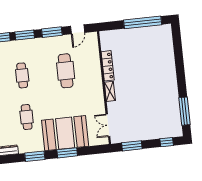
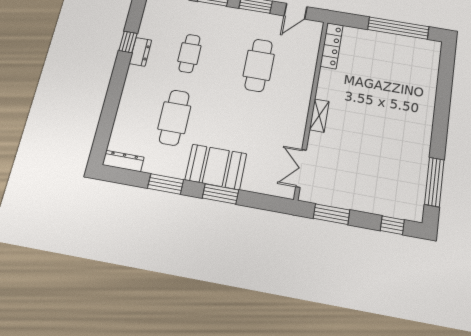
locker: (108, 66) -> (332, 46), moved
cafe table: (27, 117) -> (174, 118), width x1.37, depth x1.35
booth: (65, 133) -> (216, 167), width x0.73, depth x0.70

